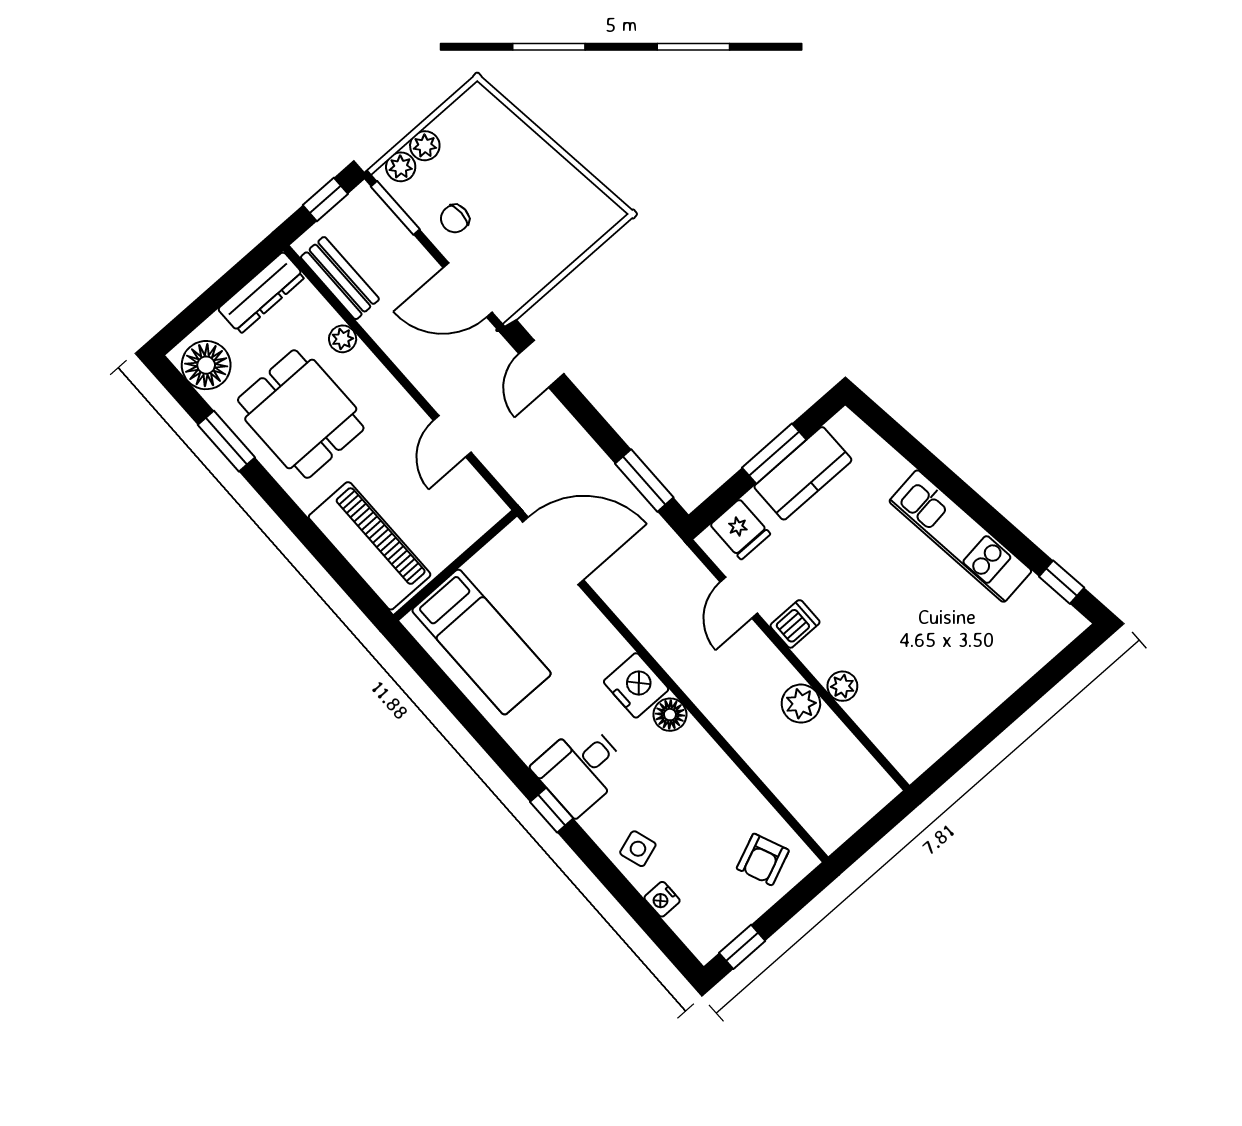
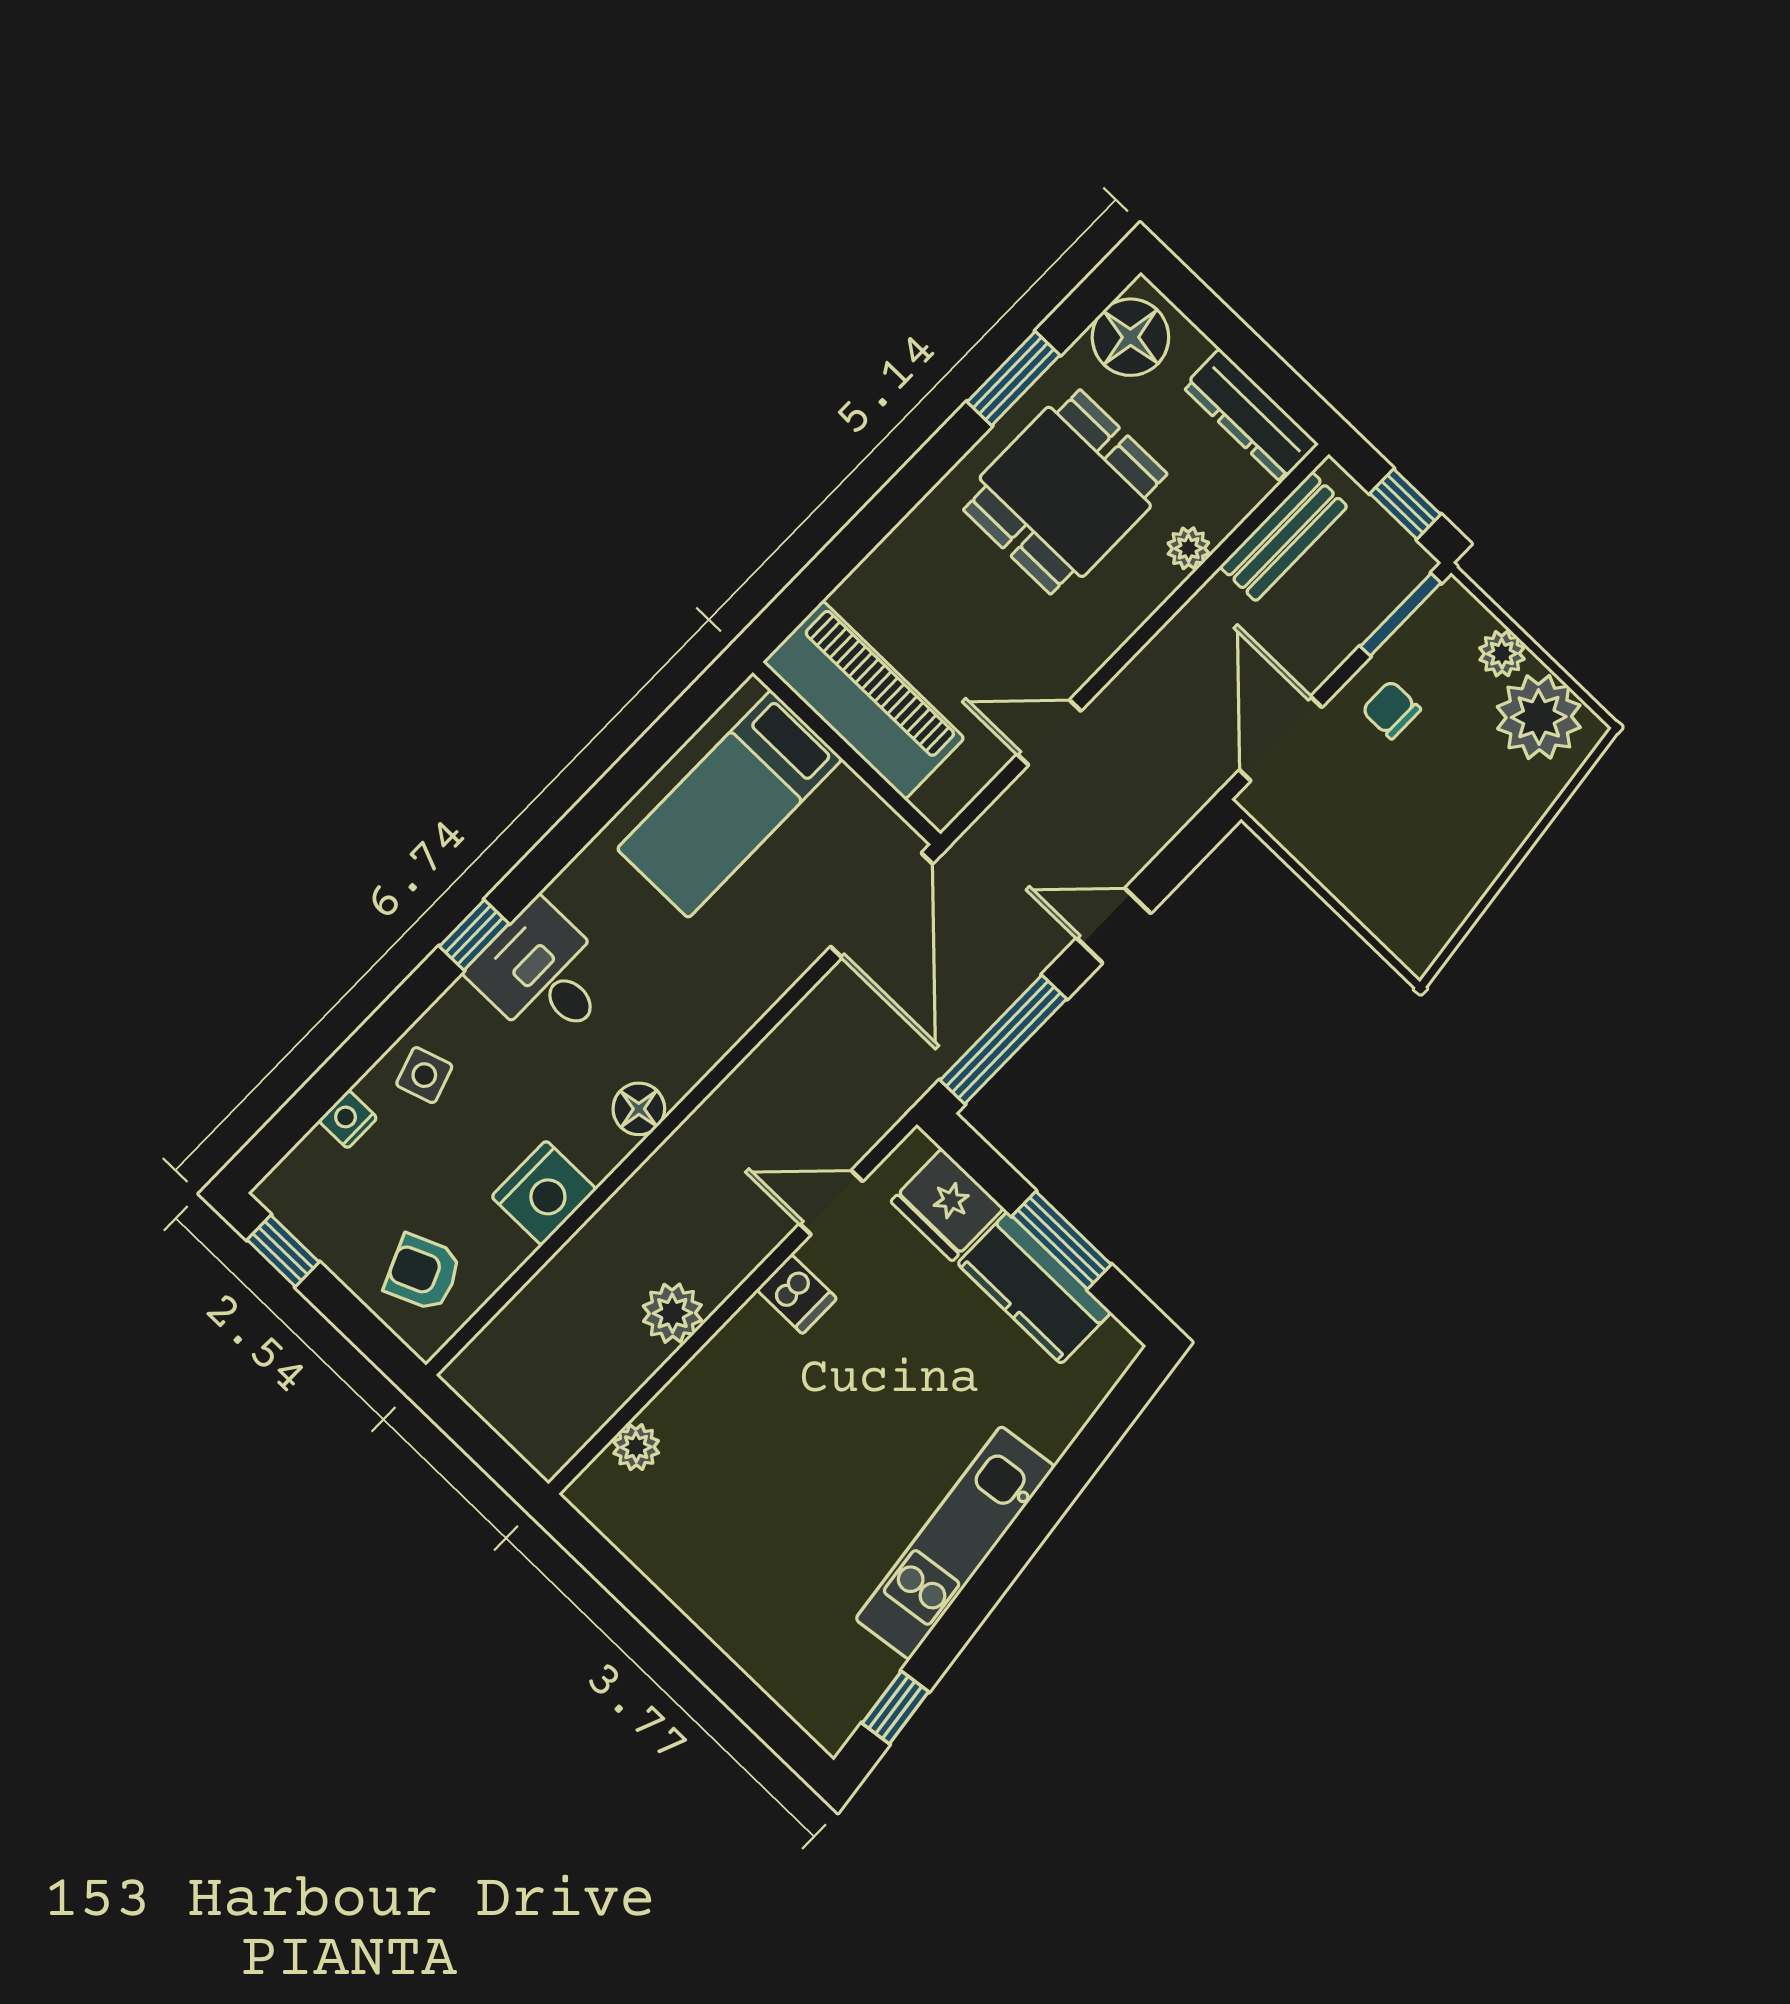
plant: (401, 167) -> (1539, 717), moved, width x1.87, depth x1.87
door: (541, 364) -> (1114, 926), moved
window: (644, 480) -> (1003, 1039), width x1.44
fridge: (740, 529) -> (947, 1205), width x1.38
piano: (370, 546) -> (864, 700), moved, turned -90
nightstand: (636, 685) -> (544, 1193), moved
plant: (842, 686) -> (636, 1447), moved

